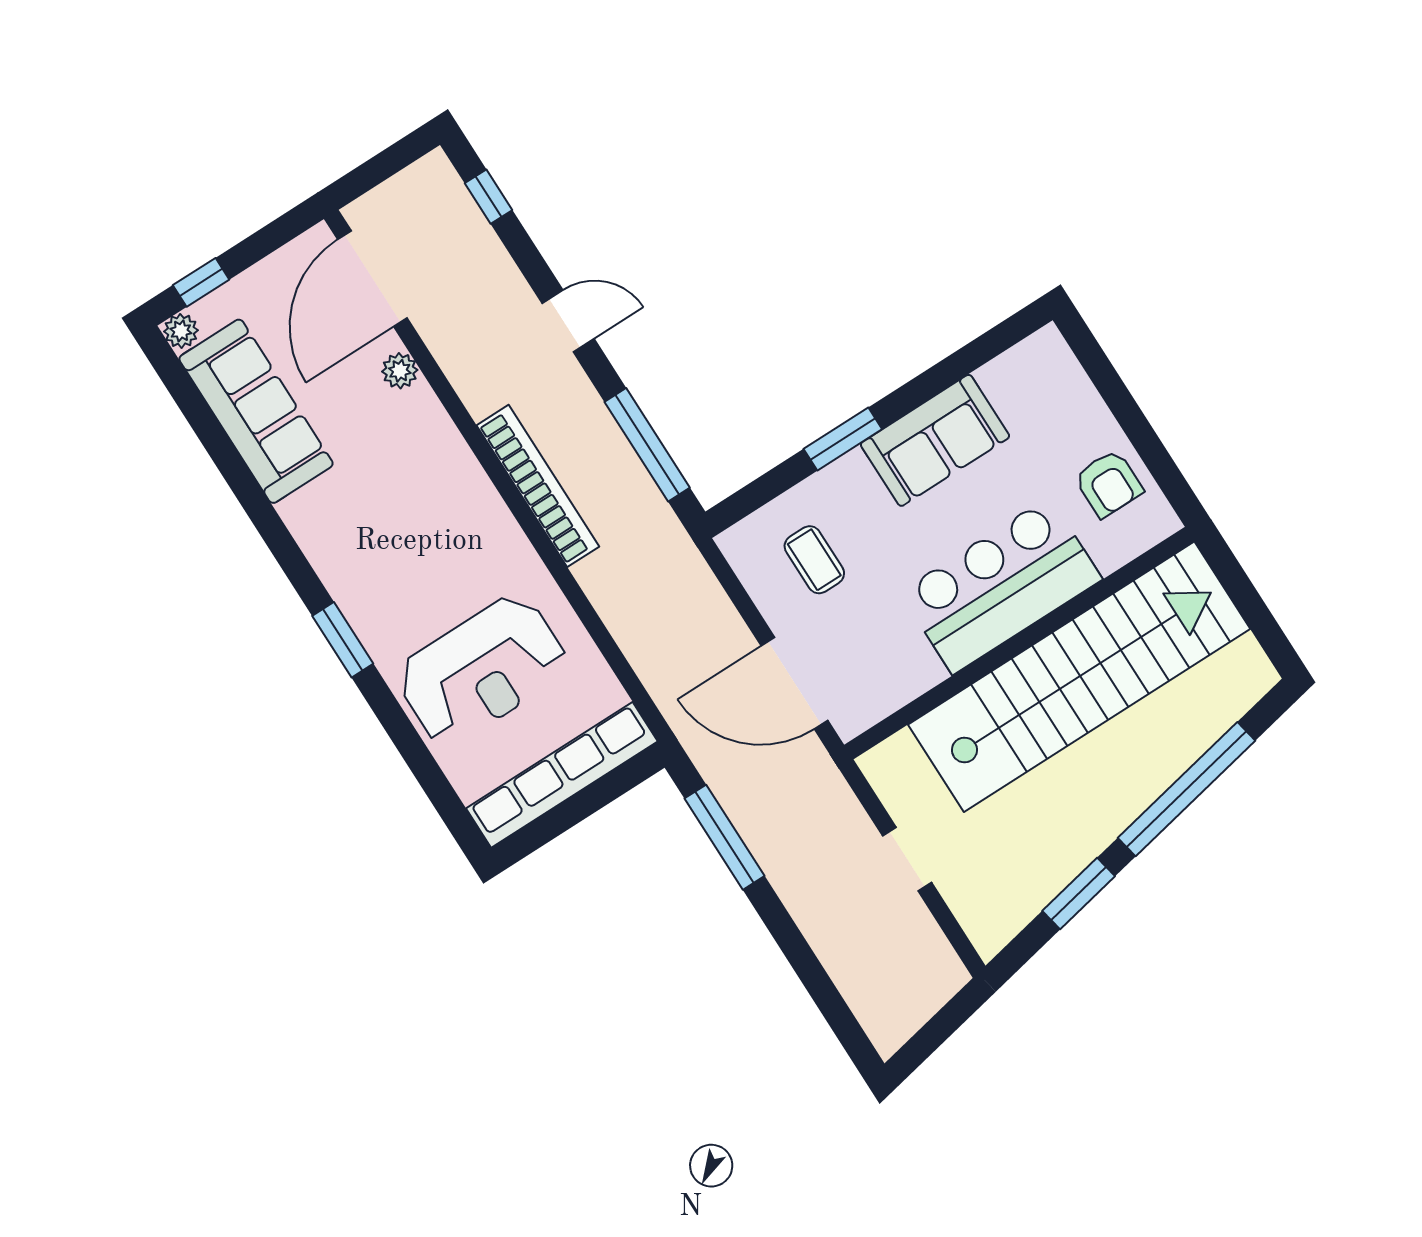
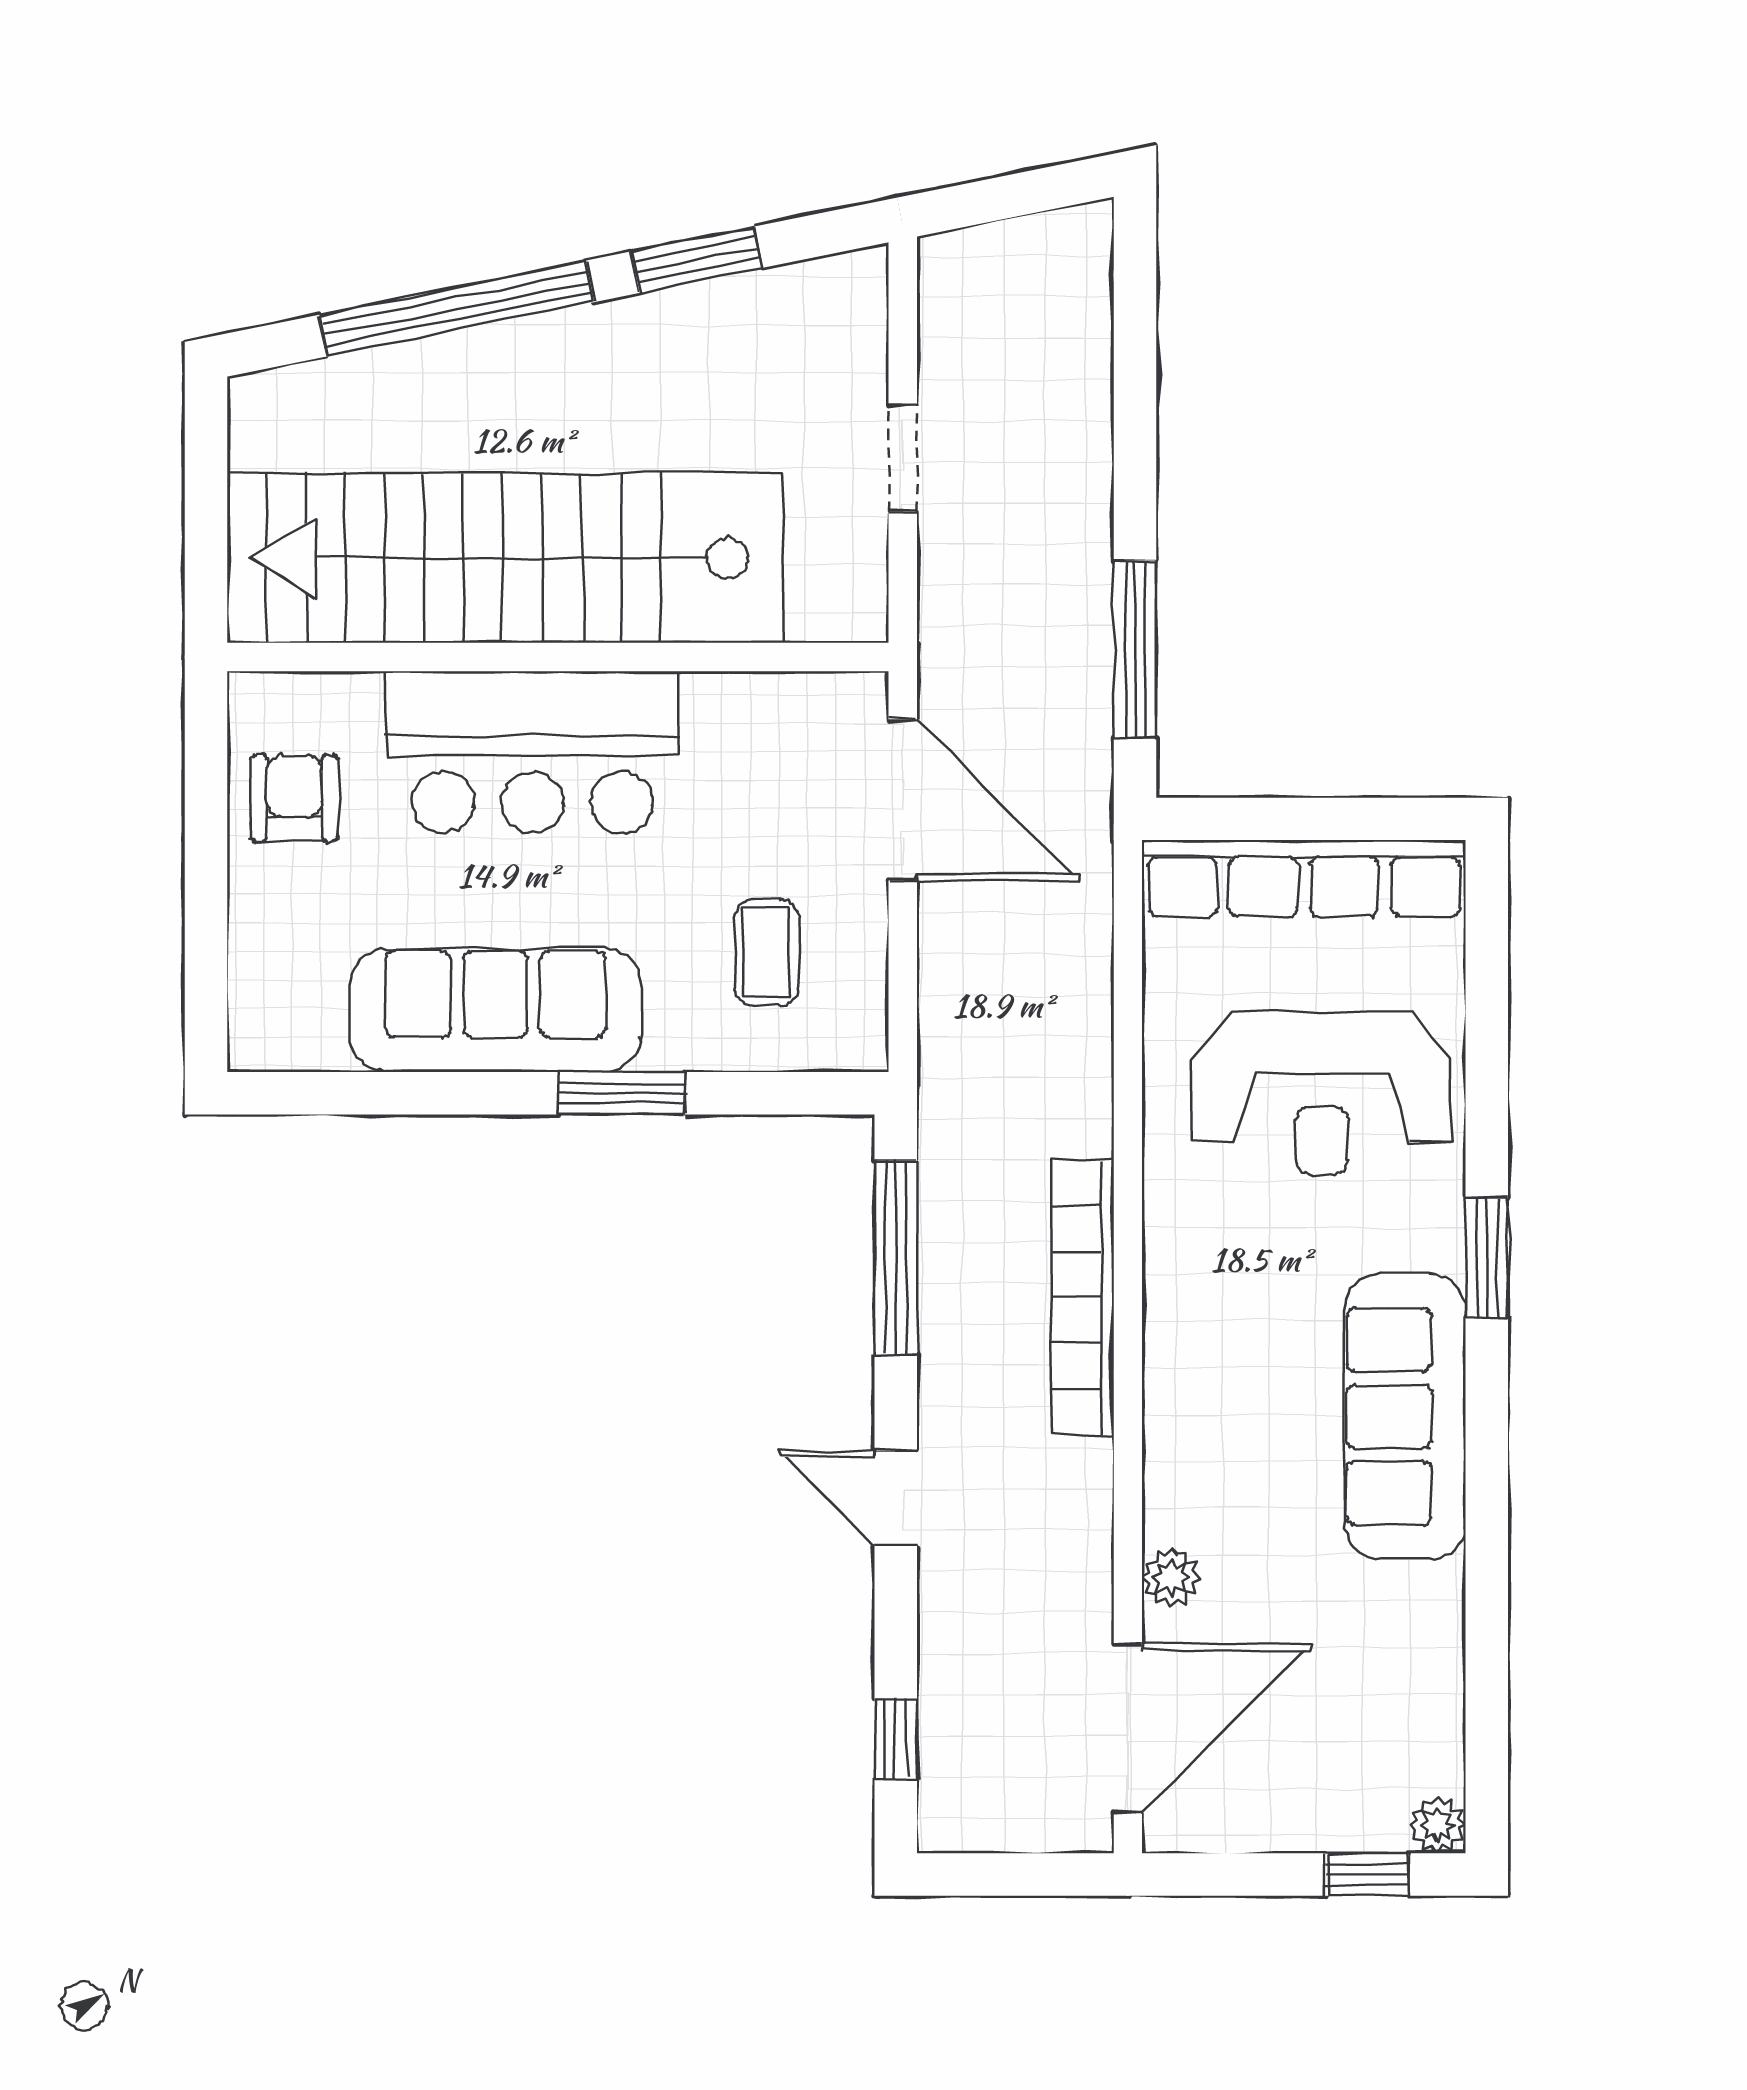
sofa: (256, 411) -> (1405, 1417), moved
sofa: (935, 440) -> (495, 1010), width x1.36
reception desk: (482, 670) -> (1322, 1093), turned 180

